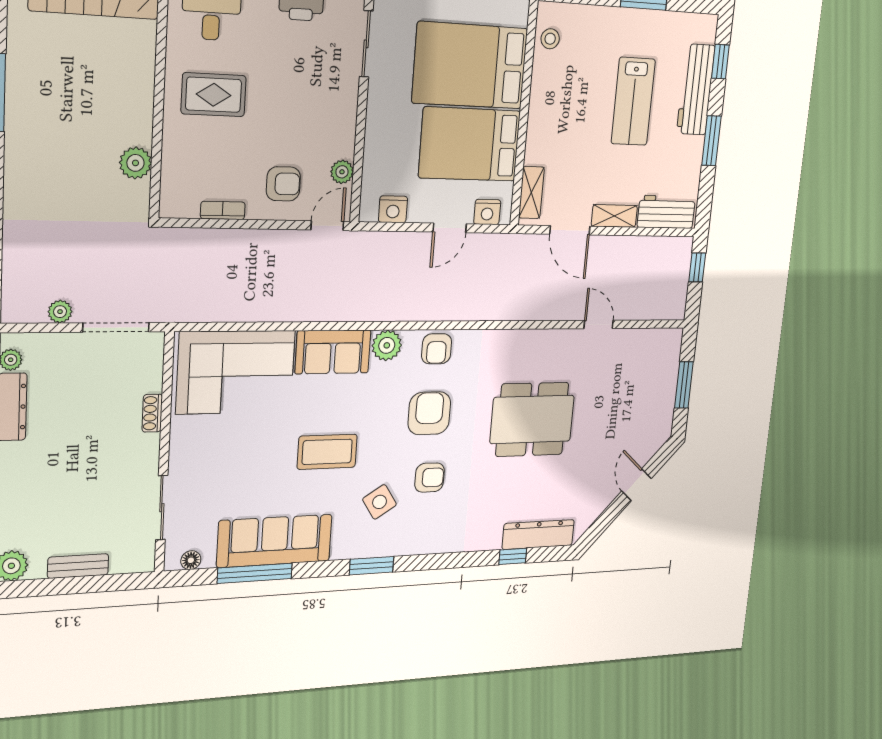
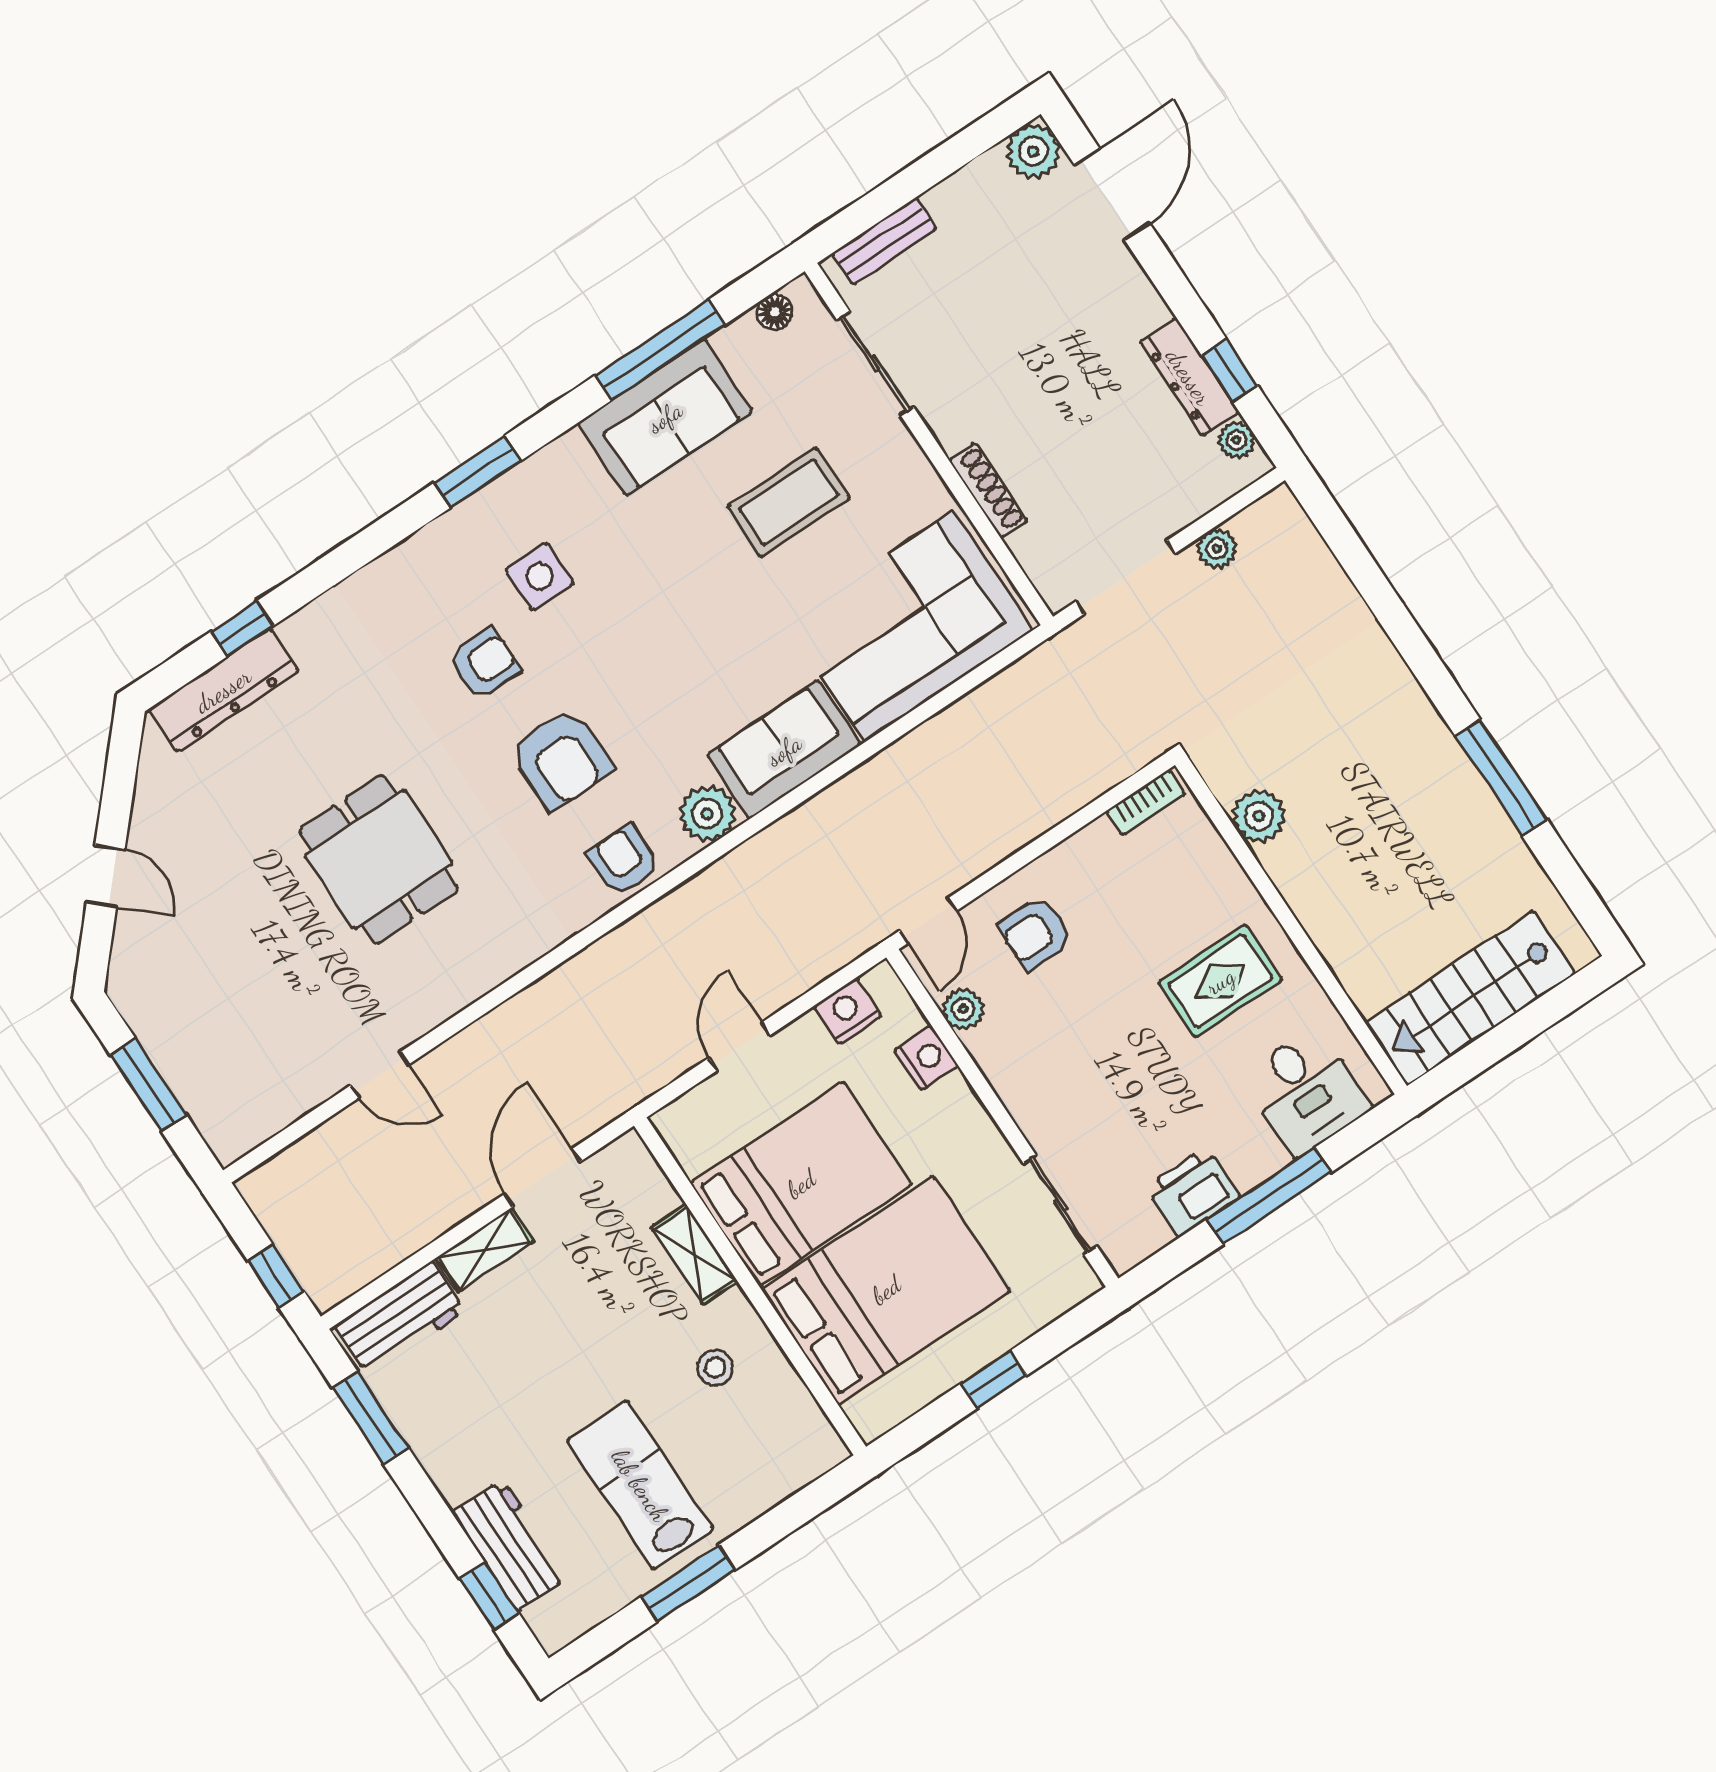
stool: (550, 39) -> (715, 1368), moved
workbench: (696, 90) -> (510, 1545), width x0.73
lab bench: (633, 101) -> (640, 1485), moved
window: (712, 141) -> (370, 1418), moved
shelving: (531, 193) -> (694, 1254), moved
bookcase: (223, 210) -> (1146, 802), moved
nightstand: (487, 212) -> (926, 1058), moved, turned 90
door: (570, 230) -> (542, 1178), hinge flipped
shoe rack: (152, 413) -> (988, 491), width x1.43
dining table: (532, 419) -> (379, 859), width x0.73
coffee table: (327, 452) -> (788, 502), moved
armchair: (430, 478) -> (485, 663), turned 180
side table: (380, 502) -> (539, 576), turned 33
sofa: (275, 541) -> (665, 417), width x0.73
bench: (78, 566) -> (884, 241), moved

